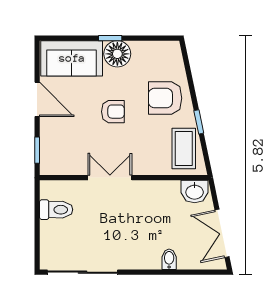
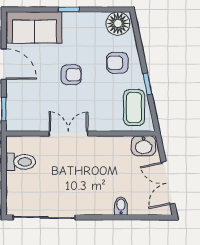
floor lamp: (117, 54) -> (118, 24), moved
armchair: (165, 98) -> (117, 63), width x0.72, depth x0.72

